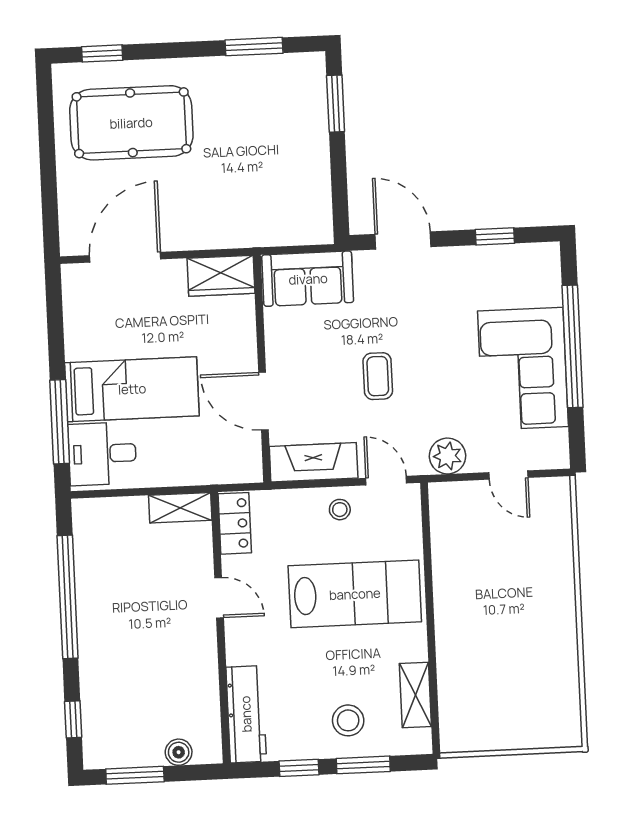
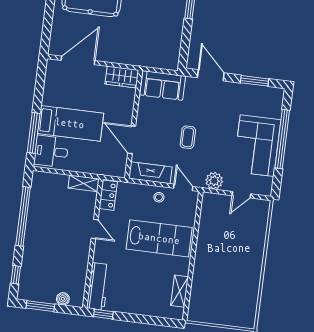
window: (495, 236) -> (255, 81), width x1.50
door: (508, 475) -> (241, 195), hinge flipped
stool: (348, 720) -> (146, 298), removed
window: (363, 765) -> (149, 320), removed
window: (299, 768) -> (103, 314), moved

